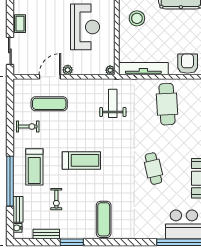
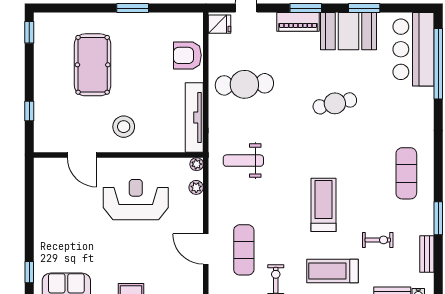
plant: (68, 70) -> (196, 187), moved
treadmill: (34, 167) -> (333, 271), turned 180
exercise mat: (104, 219) -> (406, 173), turned 90

